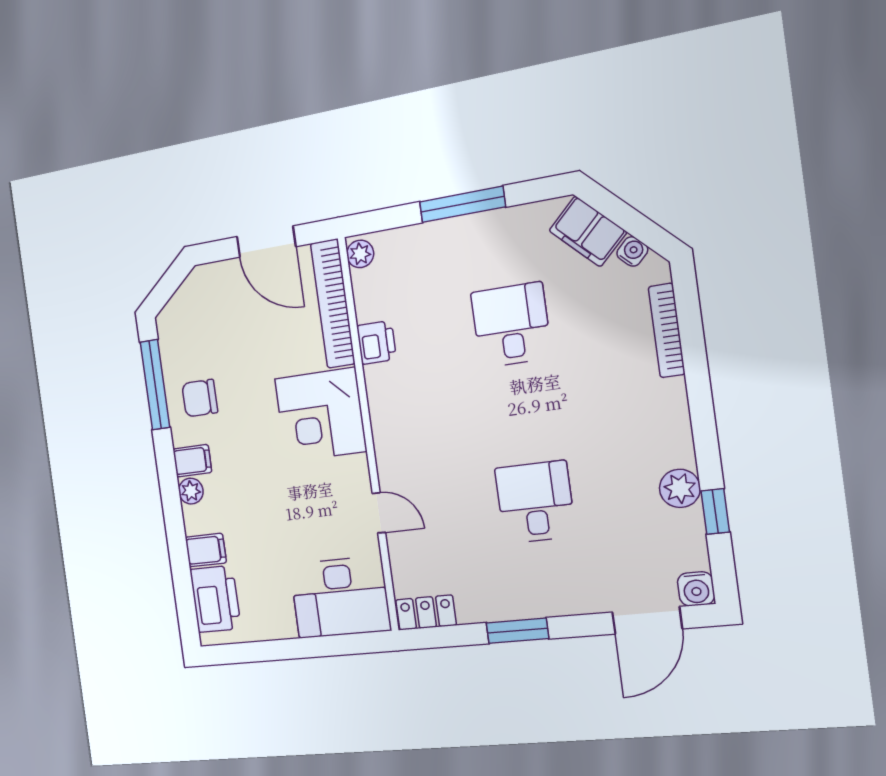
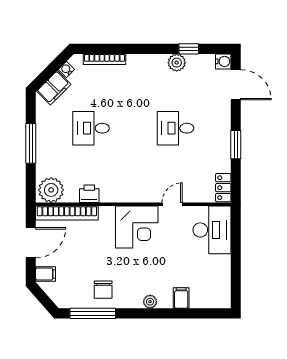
plant: (360, 254) -> (51, 190), width x1.88, depth x1.88
corner desk: (321, 415) -> (137, 227), moved
filing cabinet: (192, 461) -> (46, 274), moved, turned 90
printer: (215, 599) -> (207, 296), removed

